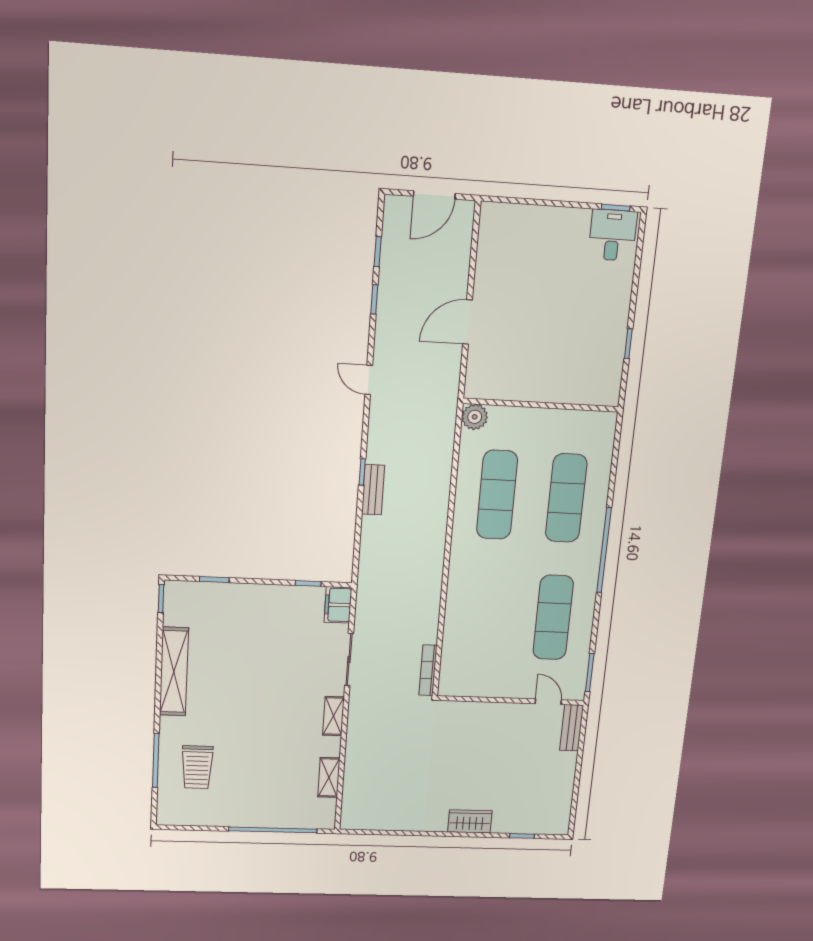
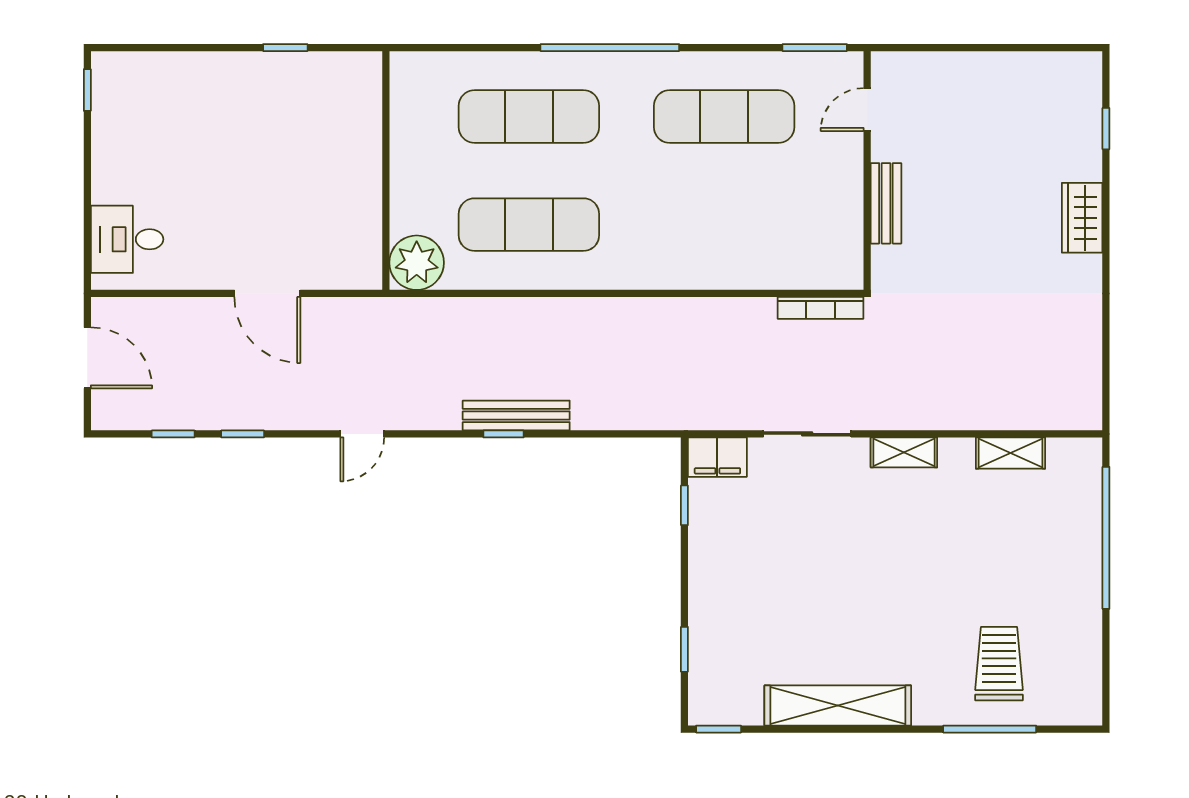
desk: (613, 235) -> (127, 239), moved
plant: (475, 417) -> (417, 263), width x1.36, depth x1.36
bench: (373, 490) -> (516, 415), width x1.36
bench: (572, 728) -> (886, 203), moved, turned 90
trolley: (197, 767) -> (999, 664), turned -90

